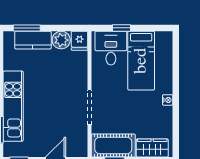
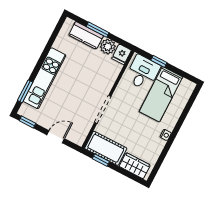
window: (27, 28) -> (98, 30), moved

